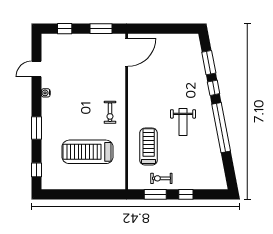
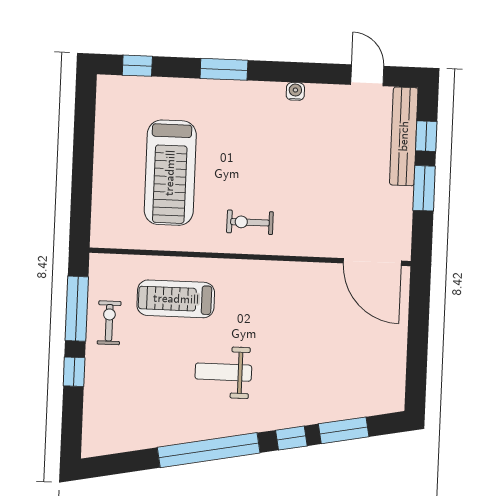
window: (101, 29) -> (424, 188), moved
bench: (65, 40) -> (404, 136), added
door: (36, 69) -> (367, 75), moved
treadmill: (149, 147) -> (176, 299), turned 180
treadmill: (88, 152) -> (170, 173), turned 180
window: (155, 194) -> (77, 309), width x1.44

